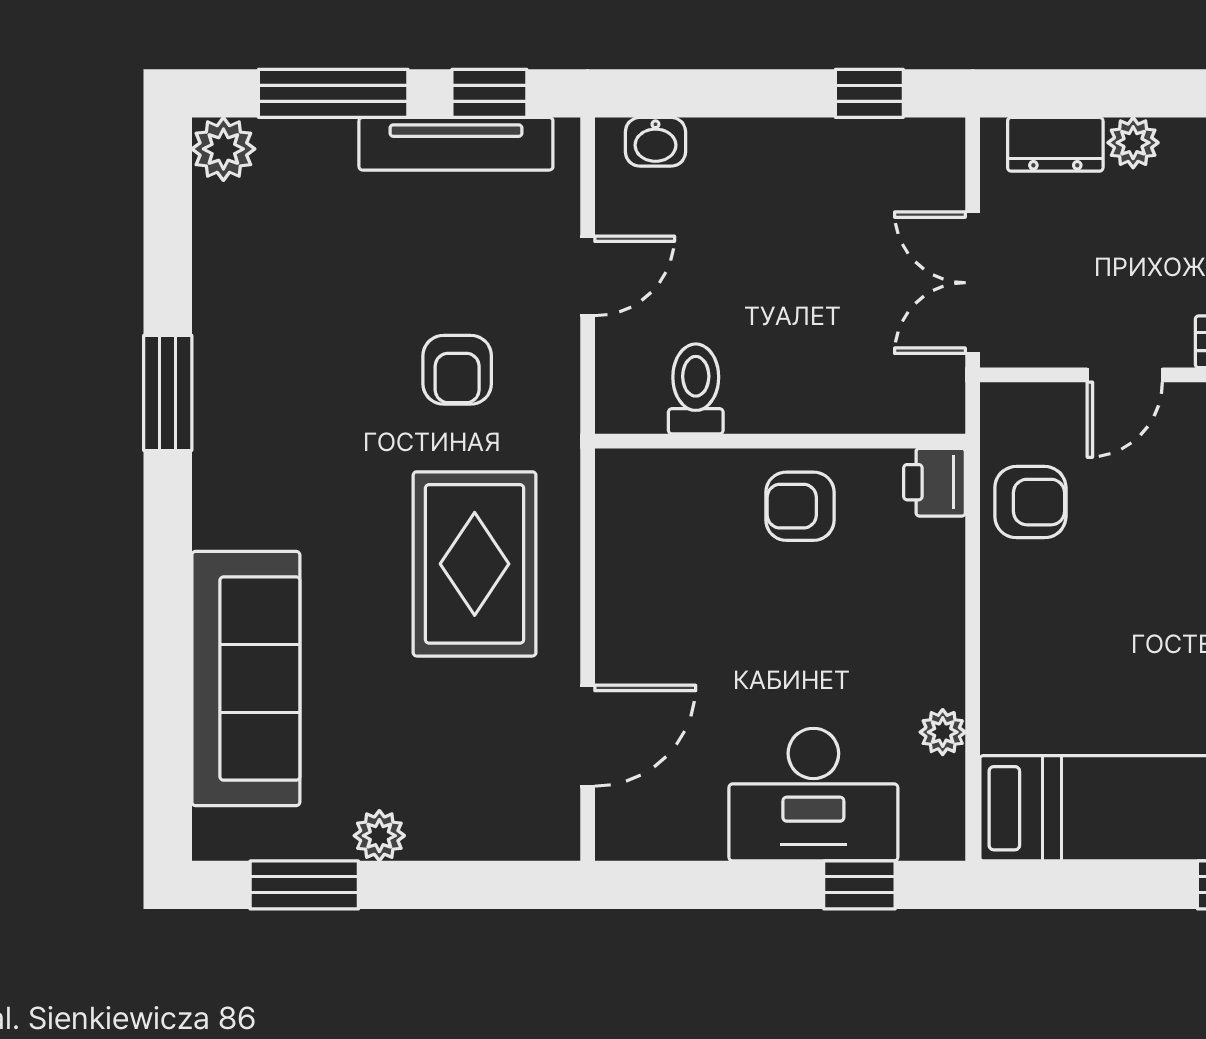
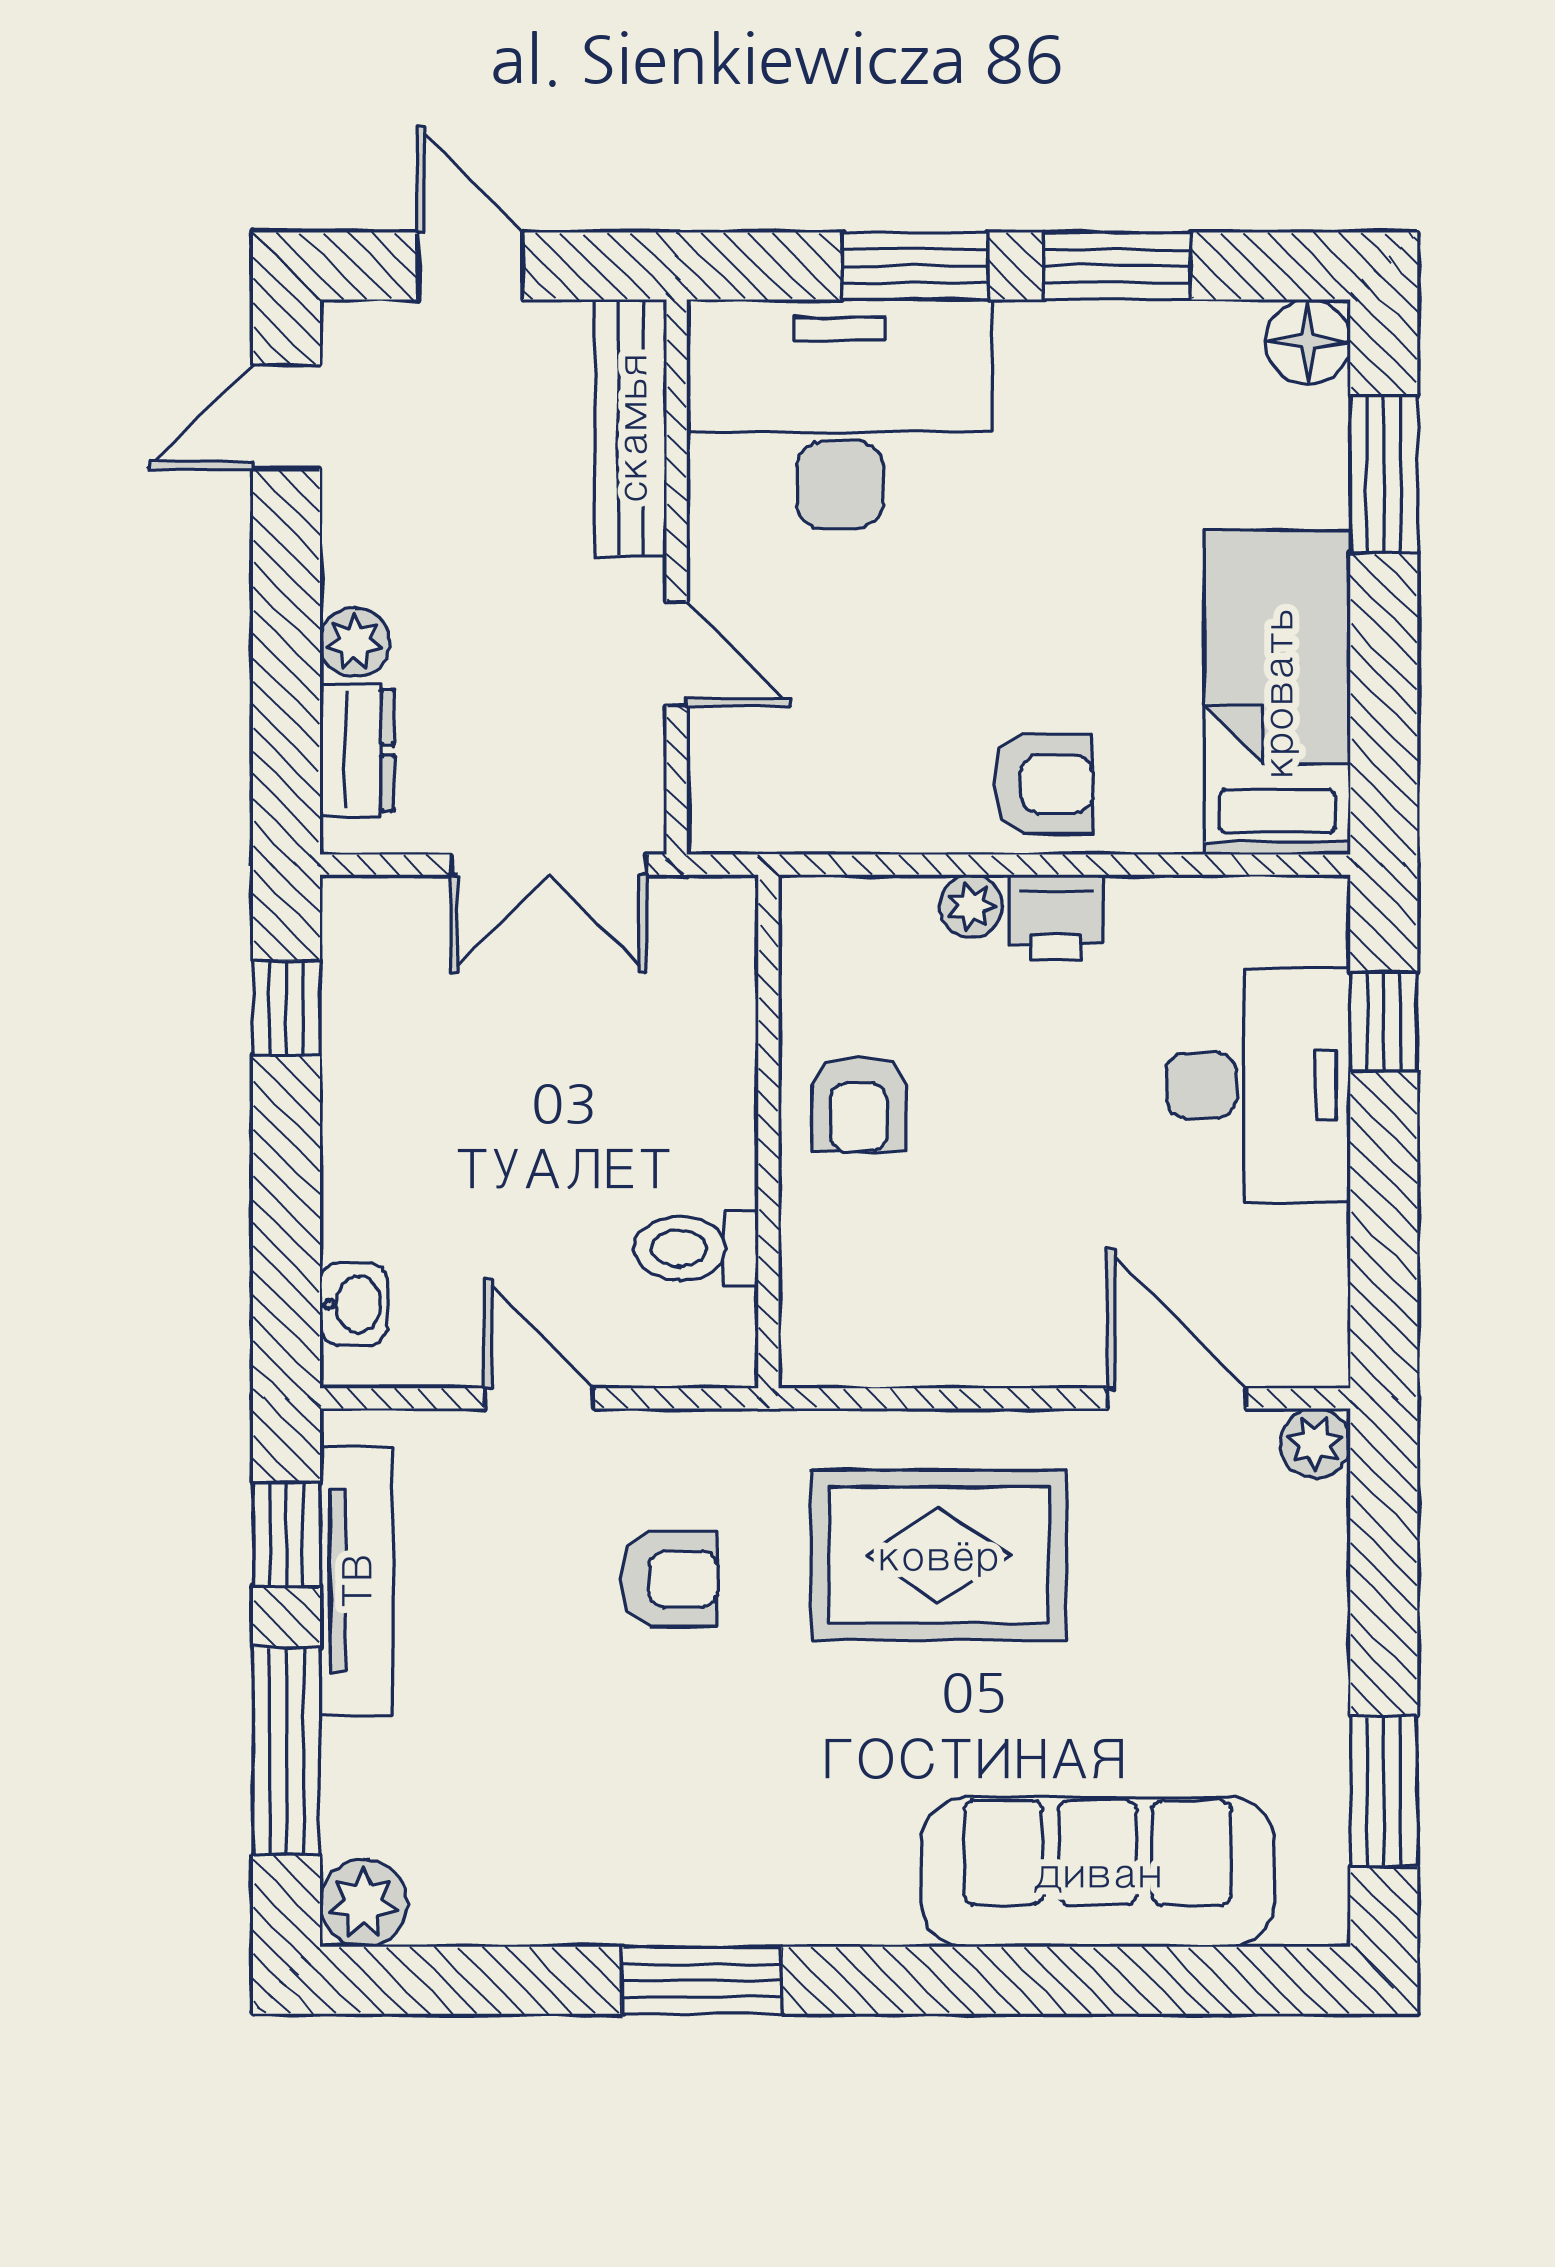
printer: (935, 482) -> (1056, 917), moved
armchair: (1030, 502) -> (1043, 784), moved, turned 90
plant: (943, 732) -> (971, 906), moved
plant: (379, 836) -> (1315, 1443), moved

